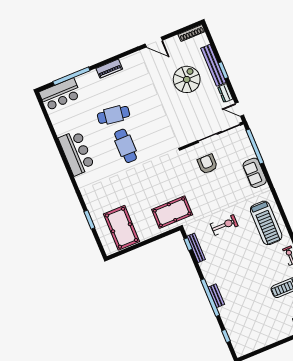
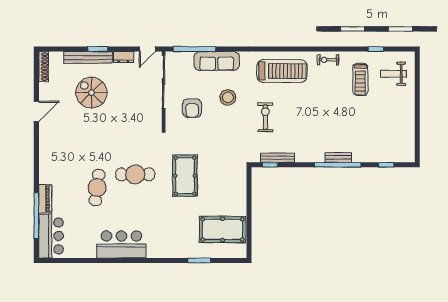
piano: (109, 69) -> (45, 199), moved
cafe table: (126, 146) -> (135, 174), moved
armchair: (207, 164) -> (192, 108), turned -90
sofa: (255, 173) -> (217, 61), width x1.36
stool: (228, 189) -> (228, 97), added
pool table: (172, 212) -> (185, 176), moved

